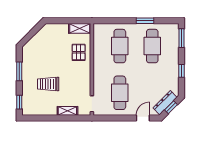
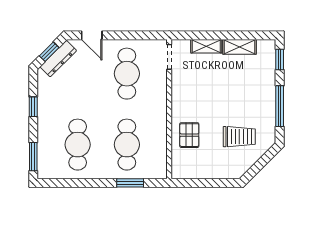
window: (145, 21) -> (130, 183), moved
shelving: (80, 28) -> (239, 47), moved
window: (19, 71) -> (280, 106), width x1.44
trolley: (48, 84) -> (239, 137), moved
door: (143, 118) -> (92, 35), hinge flipped

